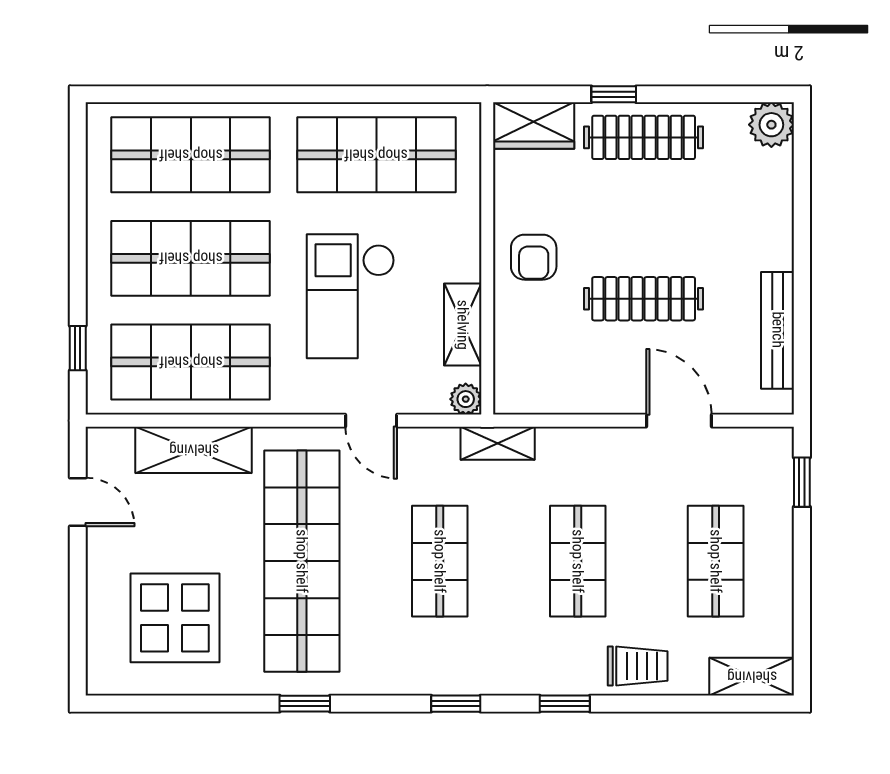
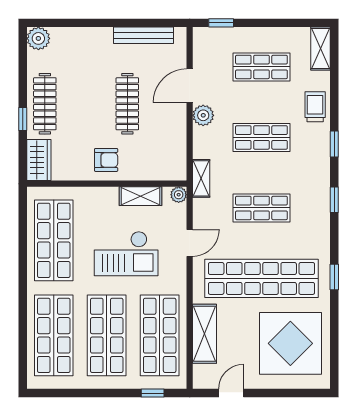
plant: (621, 447) -> (203, 115), added
display table: (175, 618) -> (290, 343), width x1.36, depth x1.36

